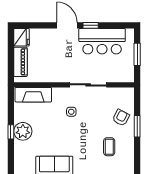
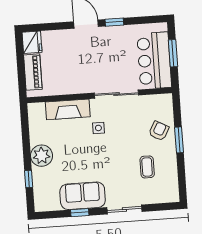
bar counter: (102, 41) -> (154, 60), moved, turned 90
fireplace: (33, 95) -> (68, 109), moved
window: (11, 132) -> (29, 179), moved

